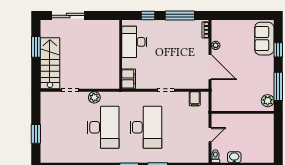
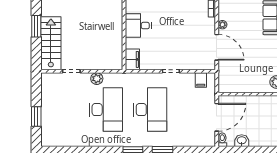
desk: (134, 42) -> (138, 26), width x0.73
door: (210, 135) -> (217, 117), width x1.88

